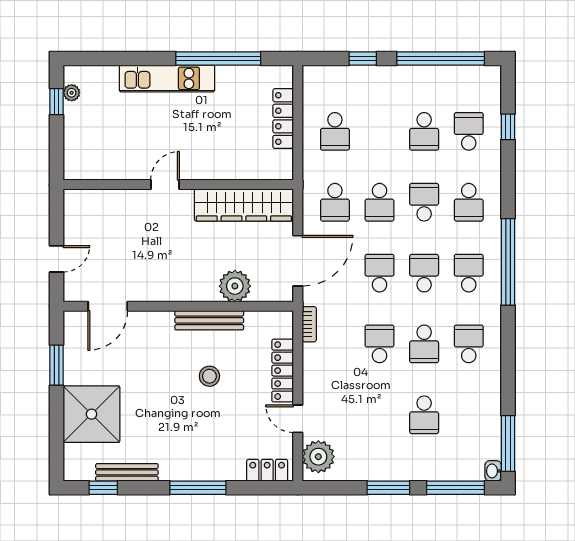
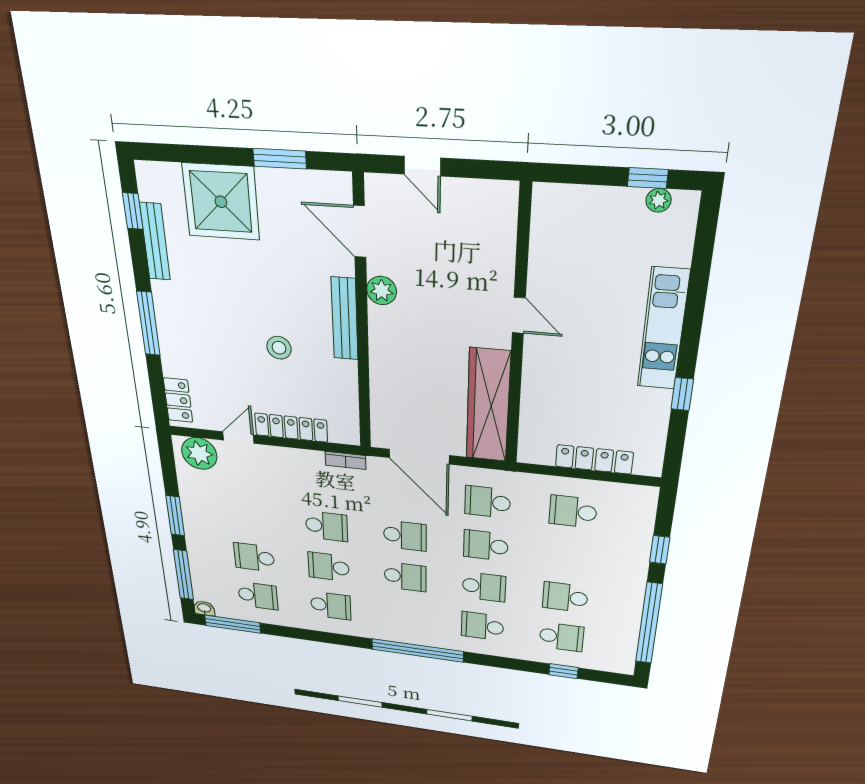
window: (218, 58) -> (682, 394), width x0.32
school desk: (469, 273) -> (258, 596), moved
plant: (235, 286) -> (382, 291), moved, width x0.73, depth x0.73
bench: (209, 320) -> (345, 319), moved

